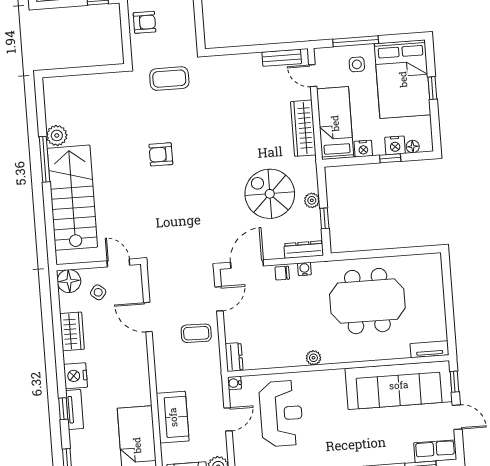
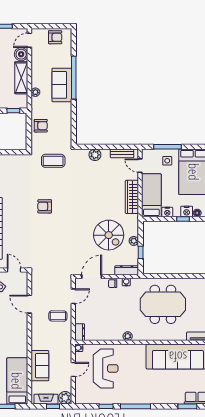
plant: (237, 63) -> (95, 155), added
spiral stairs: (270, 194) -> (109, 235), turned 180

